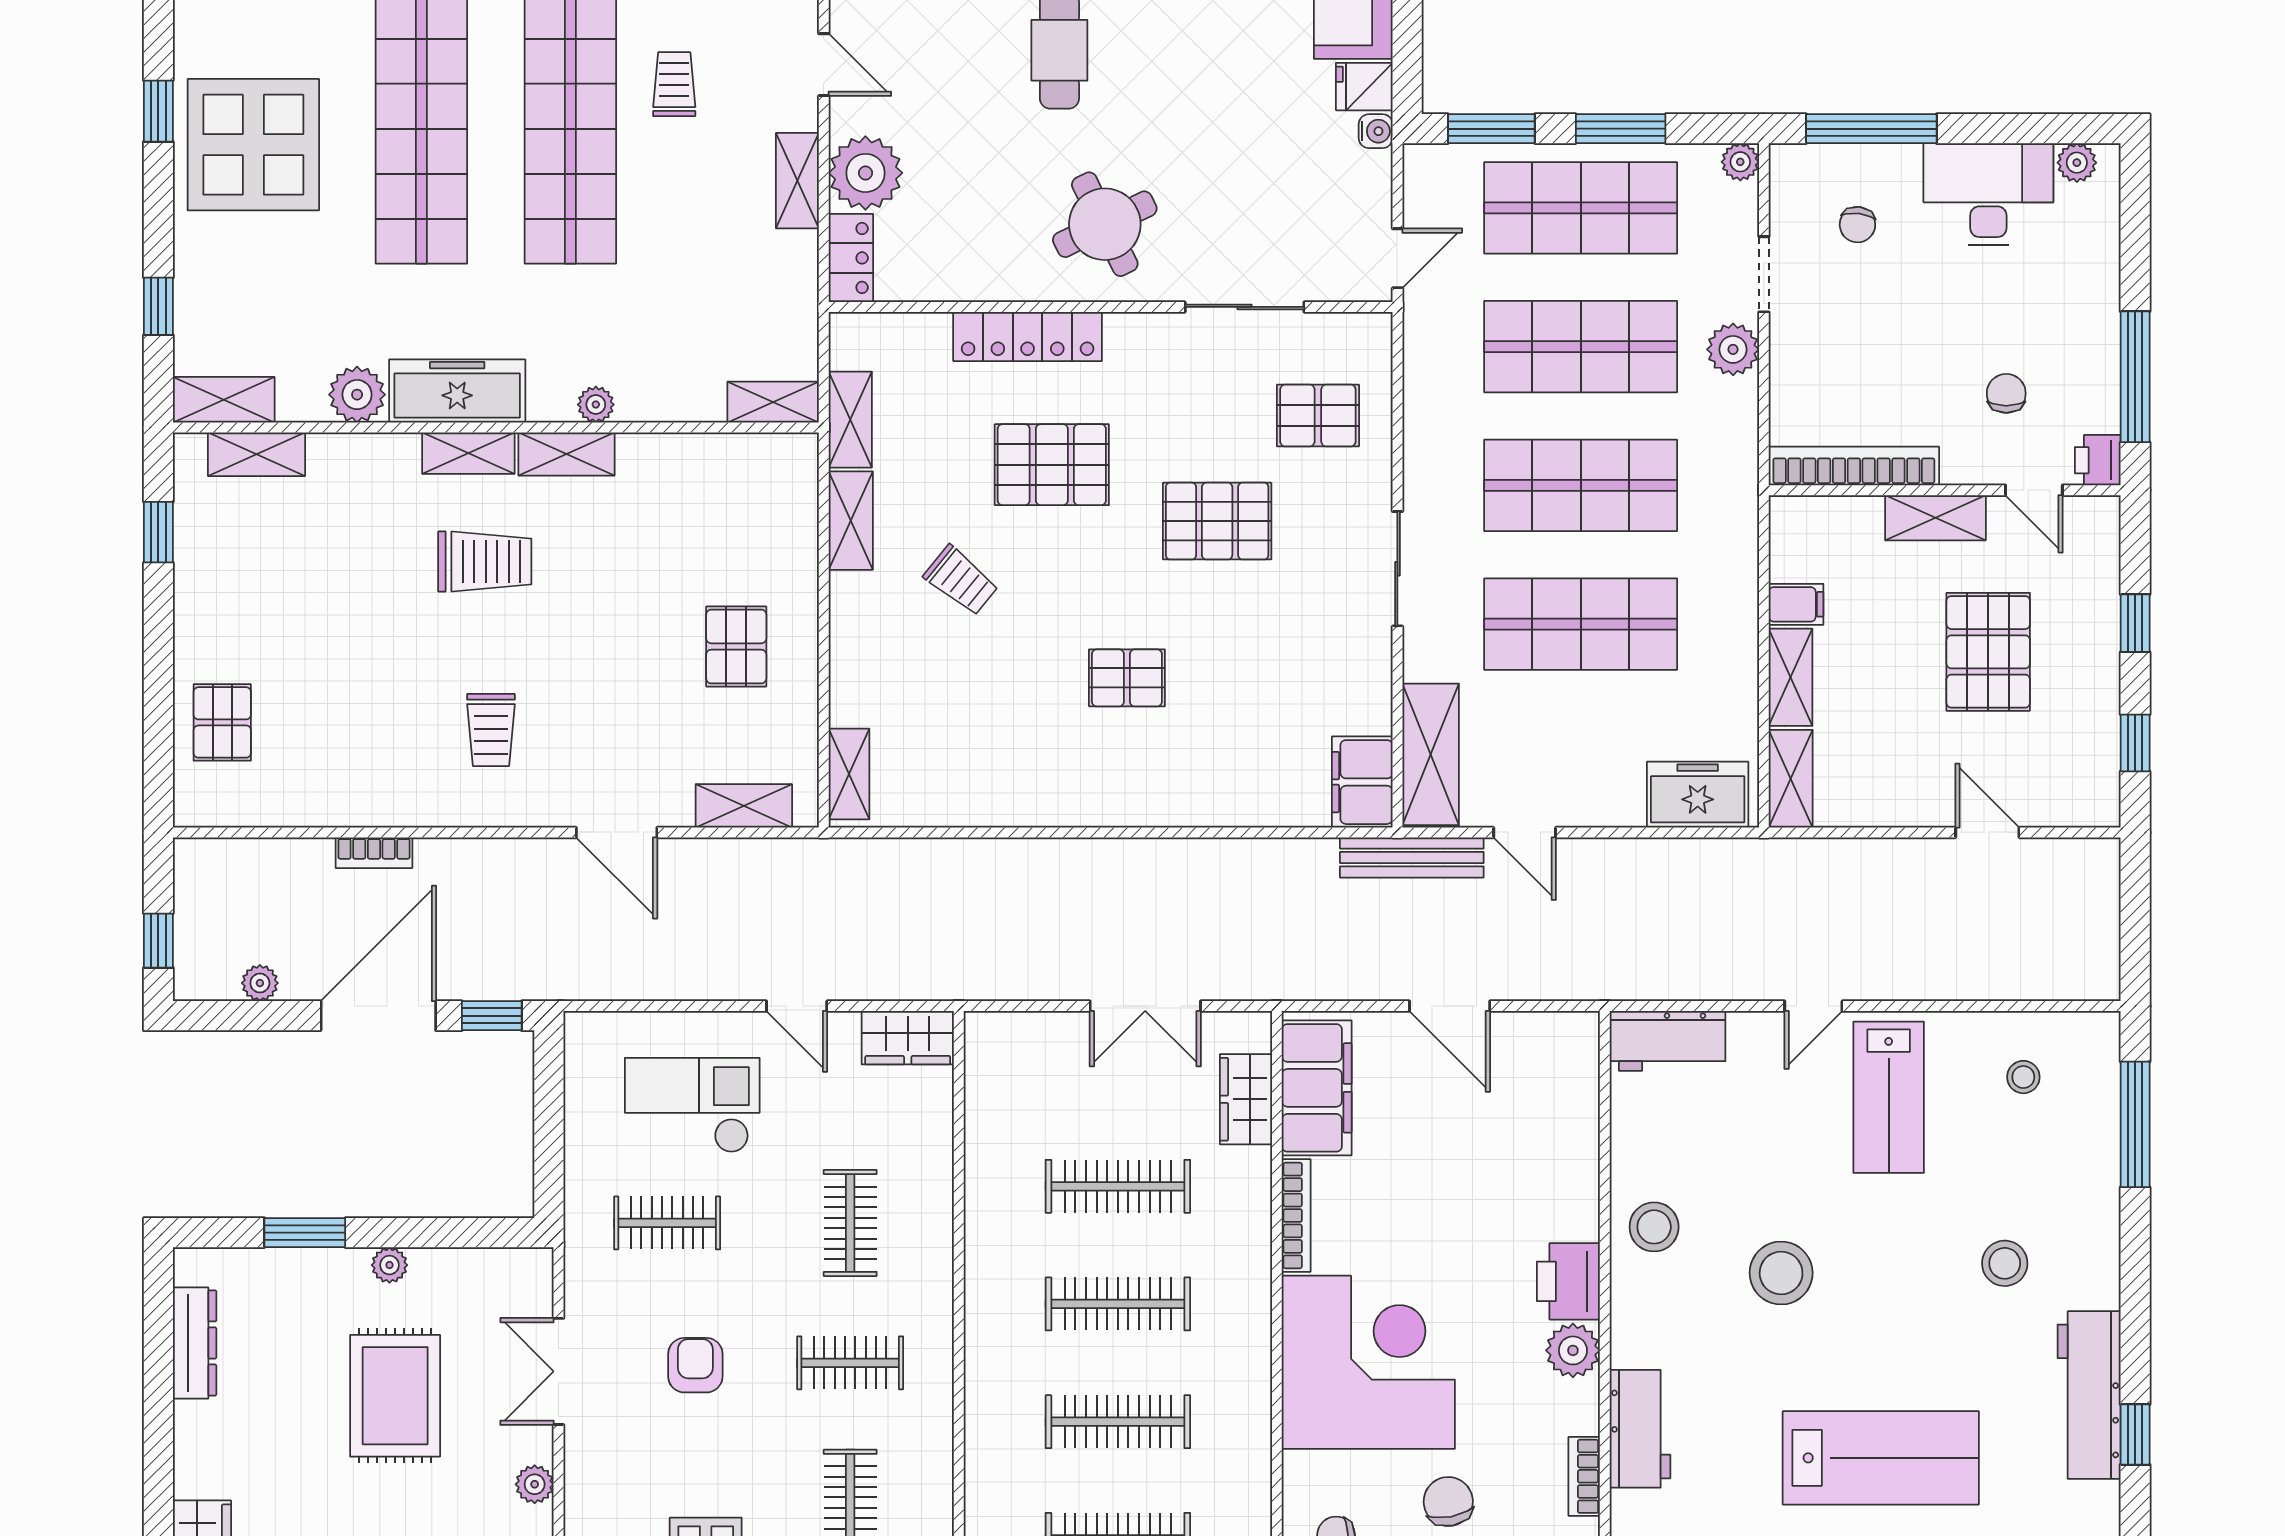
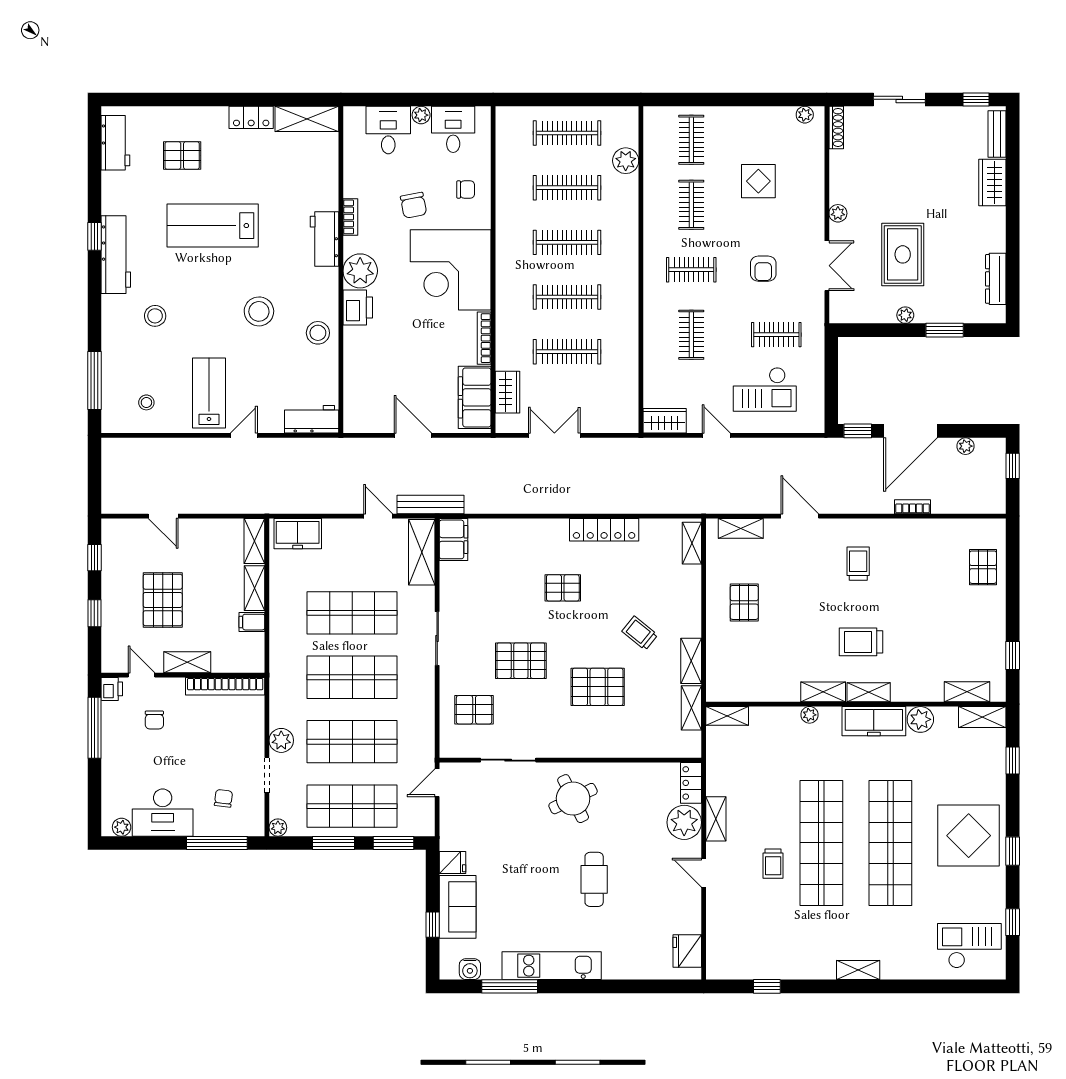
water cooler: (1376, 131) -> (447, 842), removed
locker: (1028, 336) -> (604, 530), moved, turned 180
plant: (1573, 1350) -> (360, 271), width x1.36, depth x1.36

